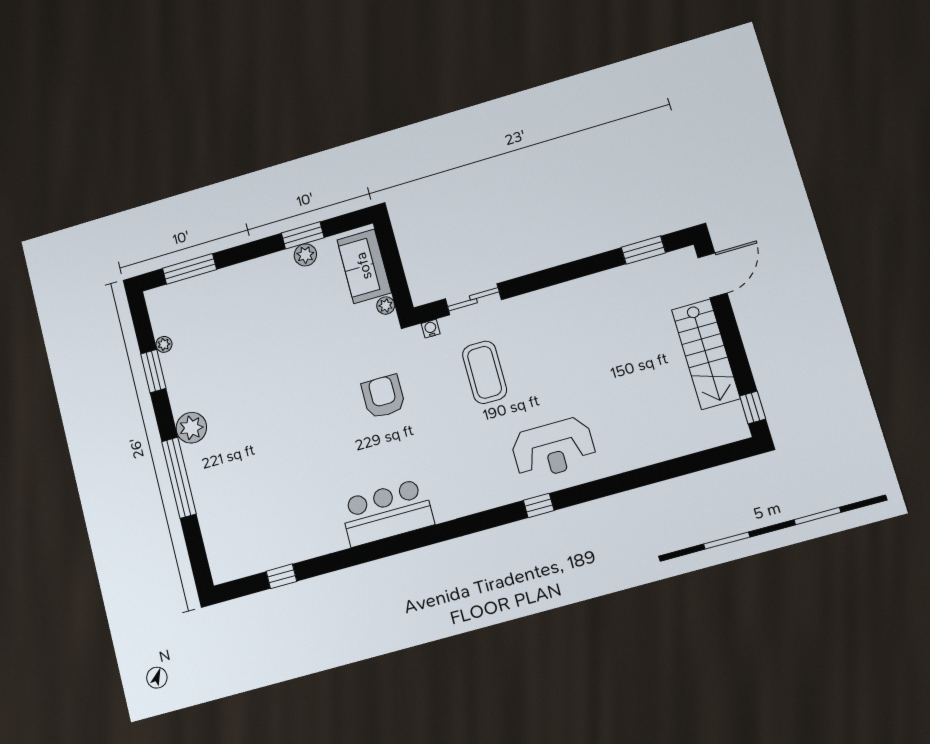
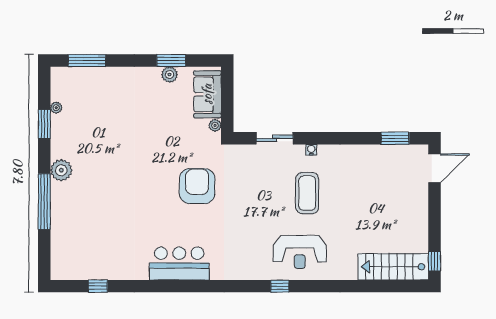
water cooler: (431, 329) -> (311, 150), moved
stairs: (706, 354) -> (393, 267), moved, turned 90
coffee table: (485, 372) -> (307, 193), moved
armchair: (383, 397) -> (197, 186), width x1.36, depth x1.36

